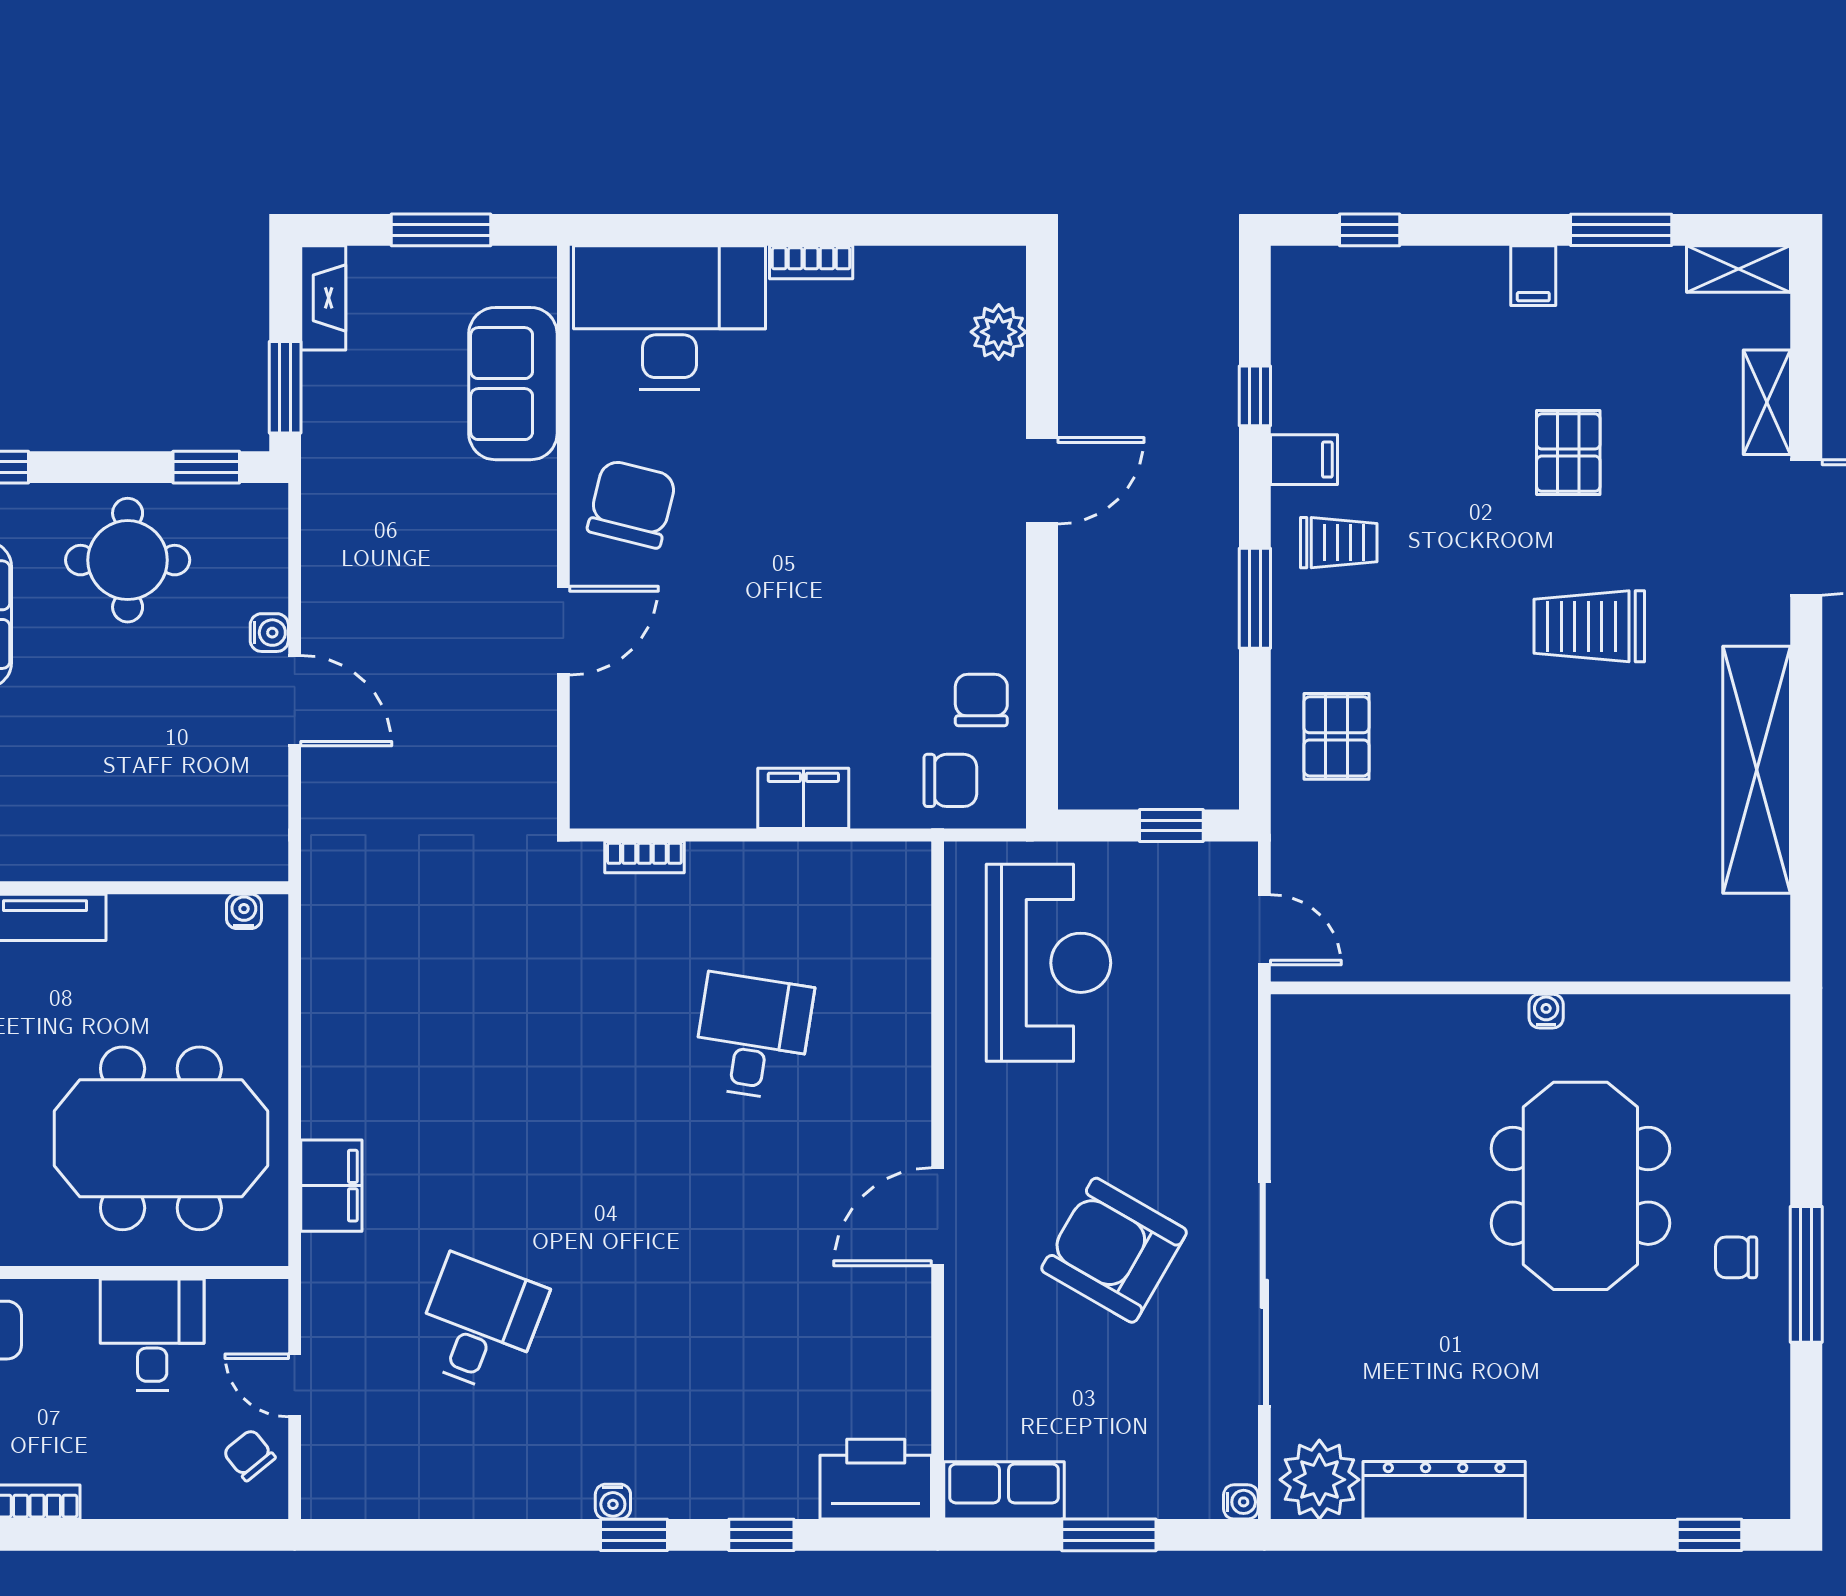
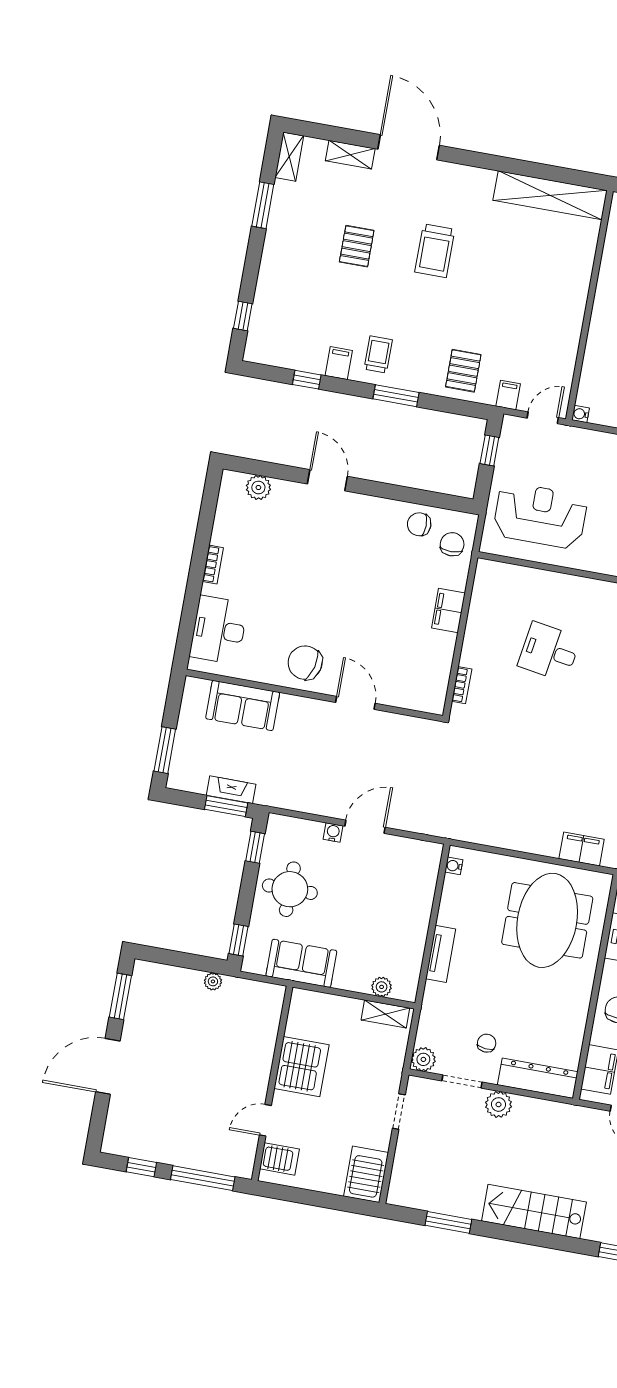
window: (441, 230) -> (165, 750), moved
filing cabinet: (1533, 276) -> (508, 395), moved, turned -90
fireplace: (323, 298) -> (231, 790), moved
desk: (669, 317) -> (219, 630), width x0.73, depth x0.77
pallet: (1568, 453) -> (357, 246), turned 90
pallet: (1336, 736) -> (463, 371), turned 90
shelving: (1757, 770) -> (550, 195), moved
water cooler: (1546, 1011) -> (580, 414), moved

